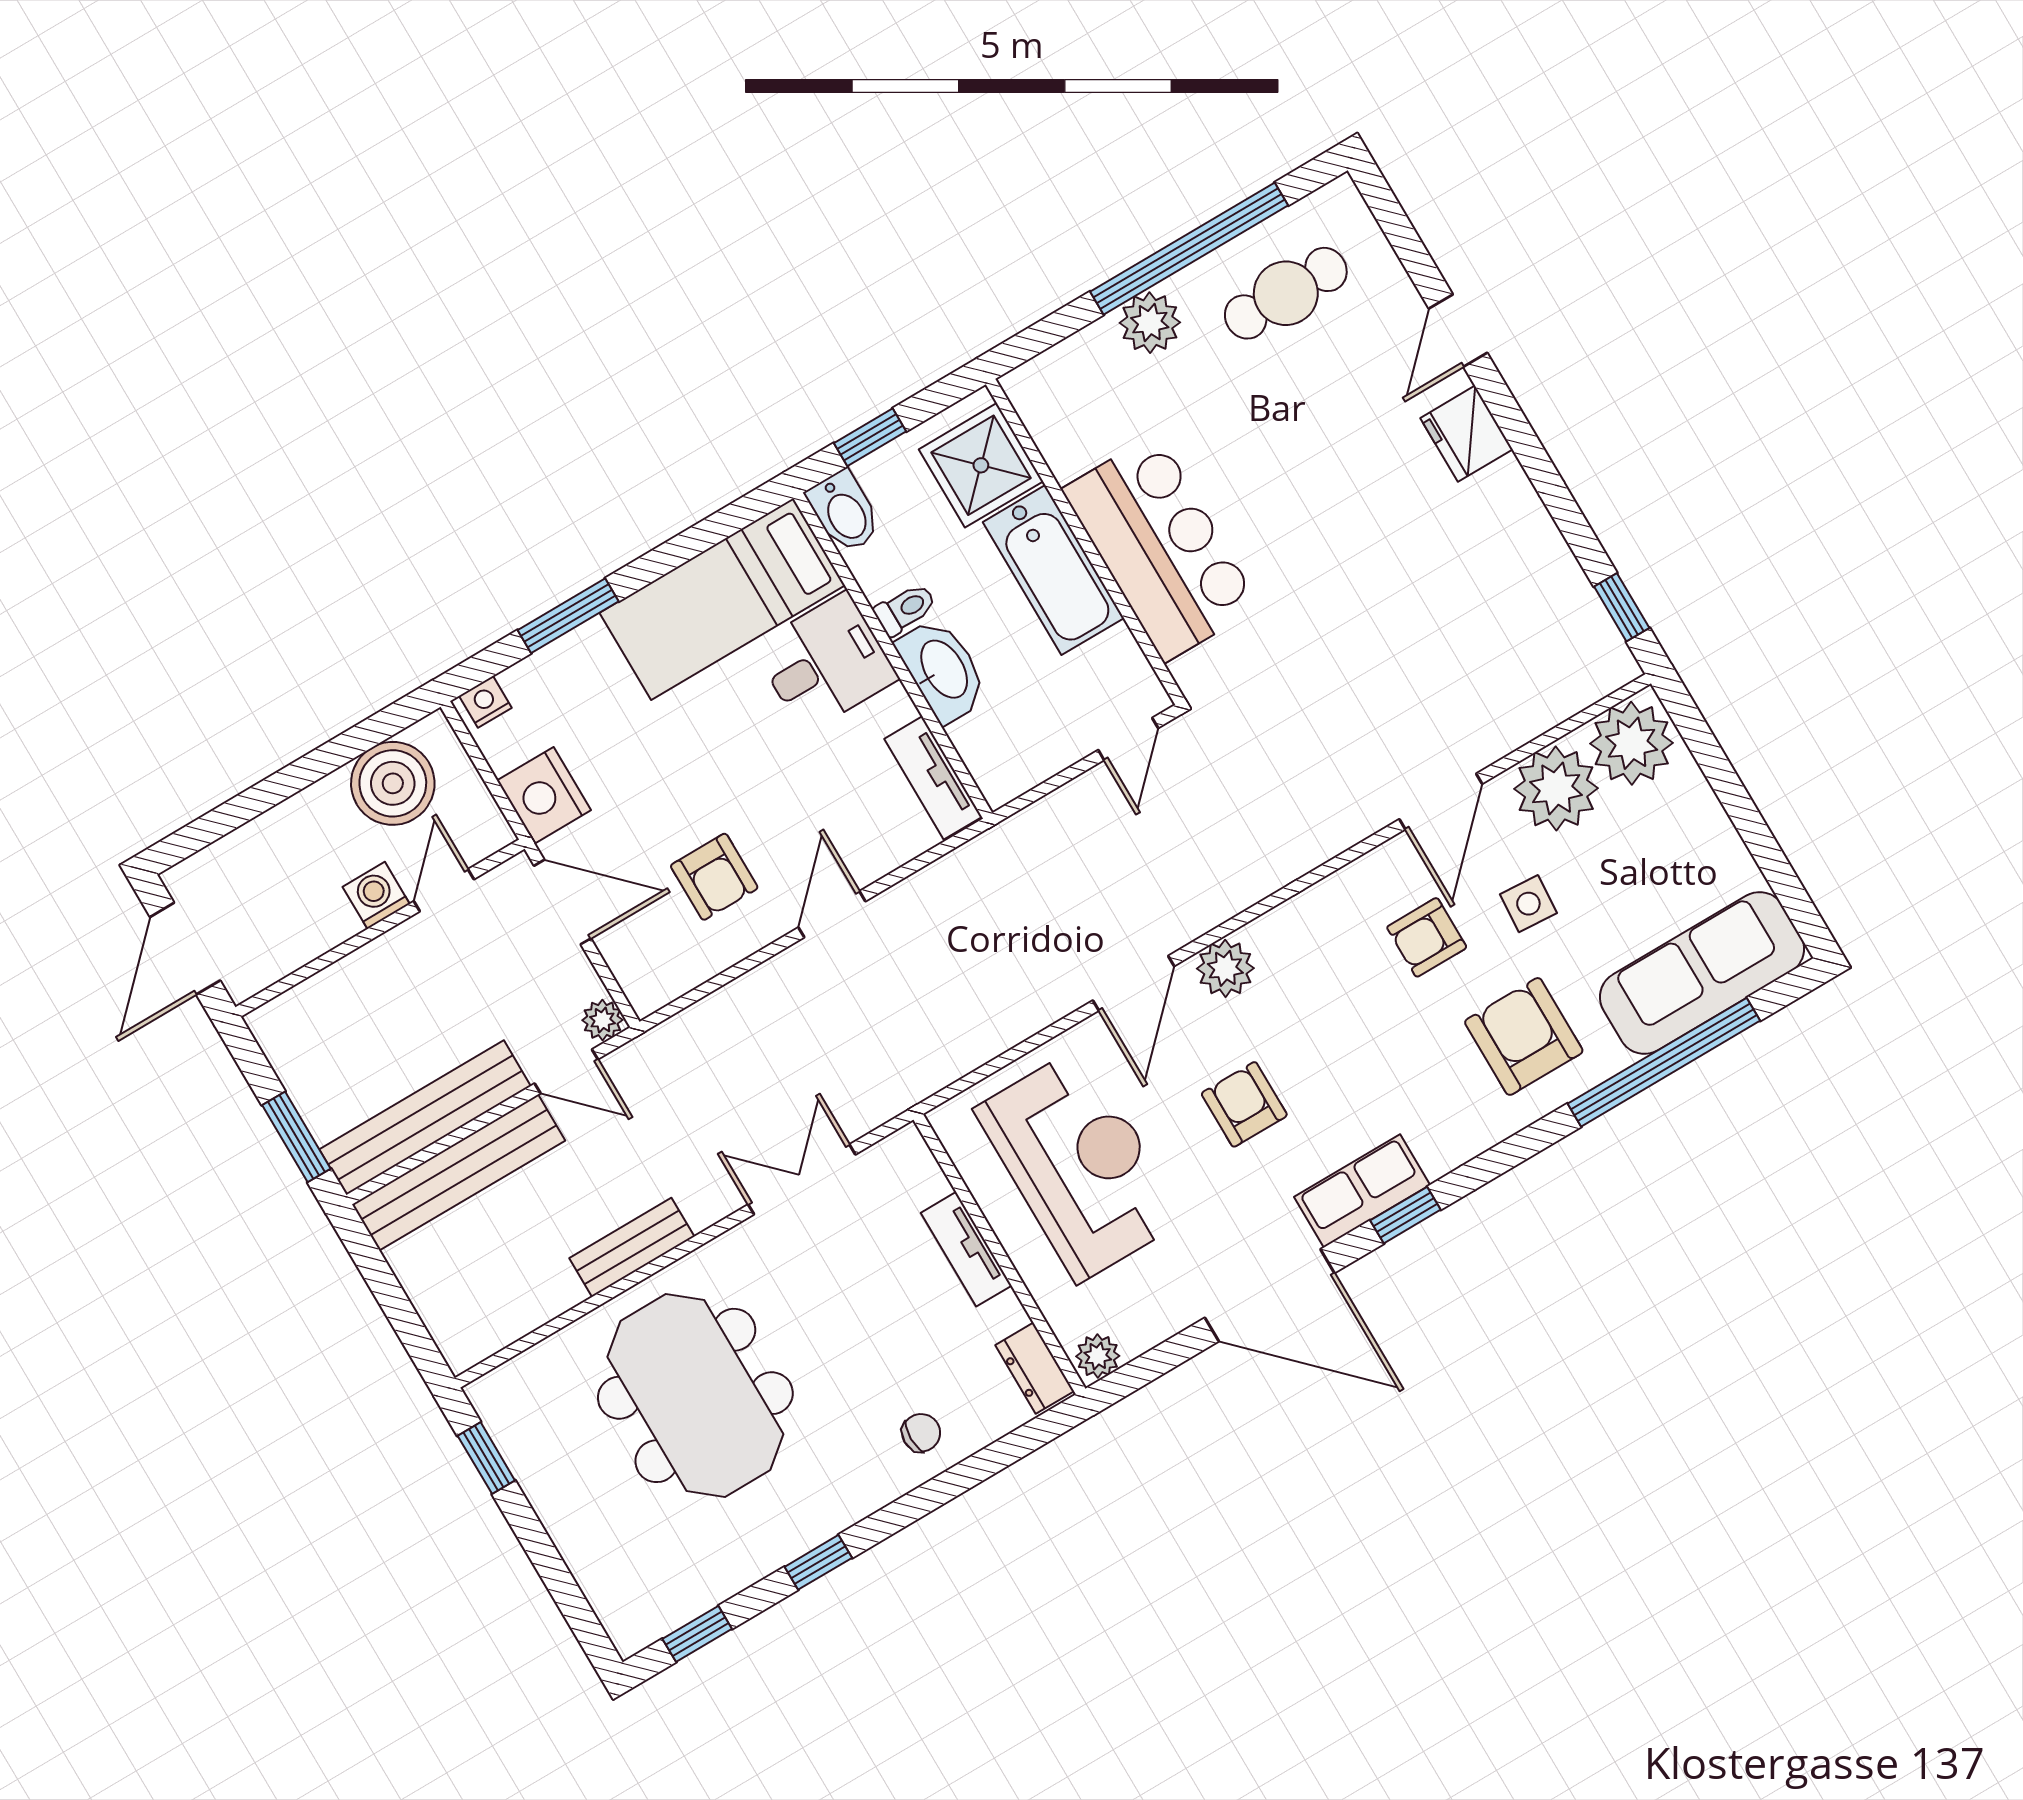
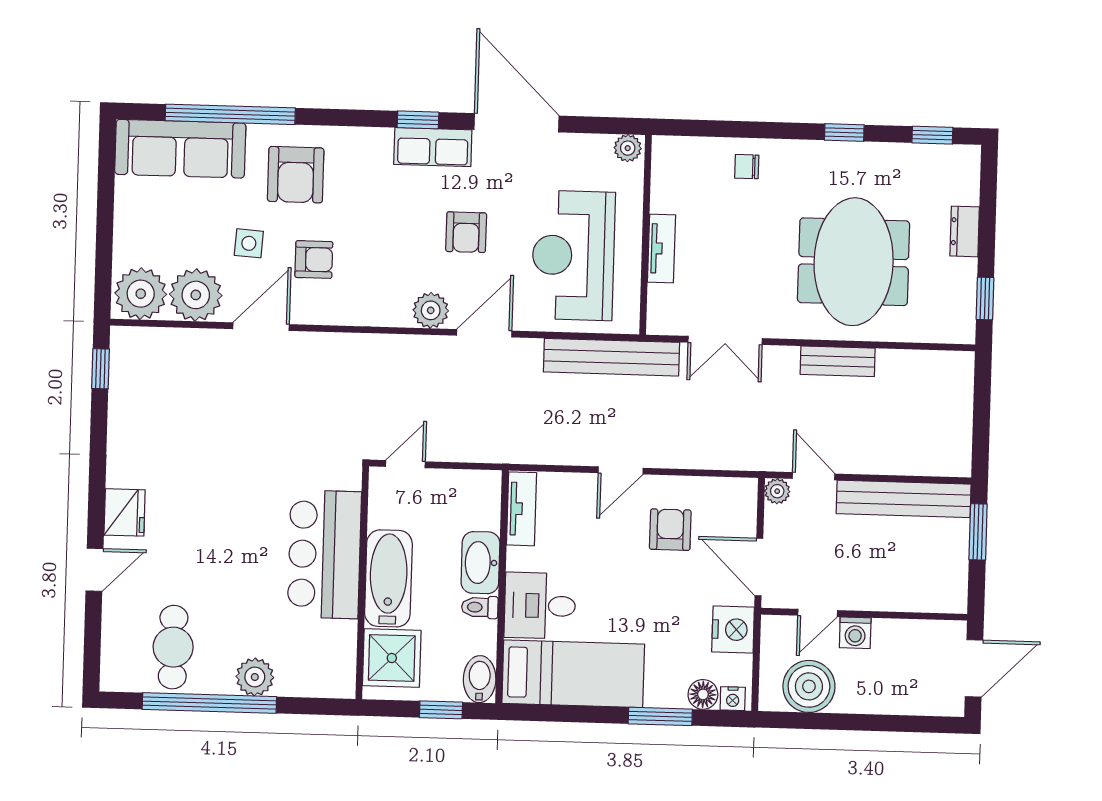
cafe table: (1286, 293) -> (173, 647), turned 90
floor lamp: (529, 682) -> (703, 694), added
bench: (459, 1172) -> (611, 357), moved
dresser: (1035, 1368) -> (965, 231), moved, turned 180

